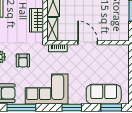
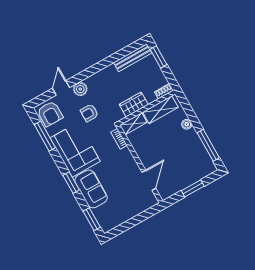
door: (88, 43) -> (149, 180), moved
sofa: (104, 94) -> (91, 189), moved

